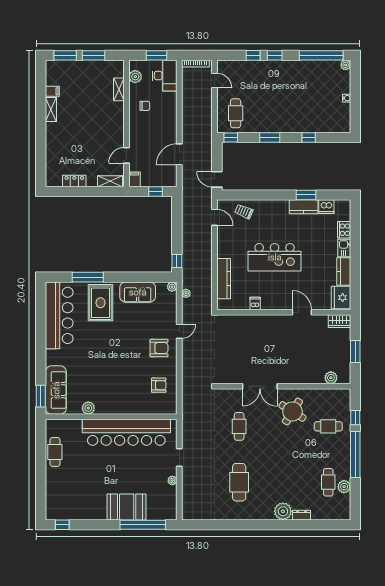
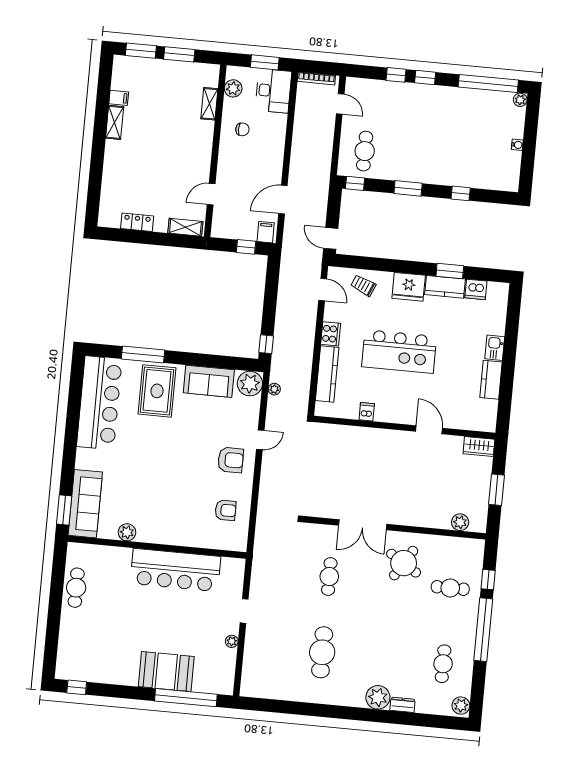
filing cabinet: (134, 179) -> (266, 232), moved
cooker: (344, 230) -> (331, 334), moved, turned 180
plant: (172, 287) -> (250, 384), width x1.88, depth x1.88
fridge: (341, 298) -> (409, 287), moved, turned -90
bar counter: (126, 432) -> (175, 570), width x0.73
plant: (344, 487) -> (461, 706), moved

